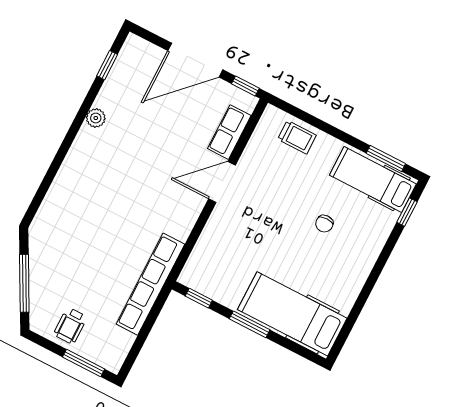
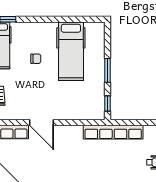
hospital bed: (292, 314) -> (71, 51), moved

